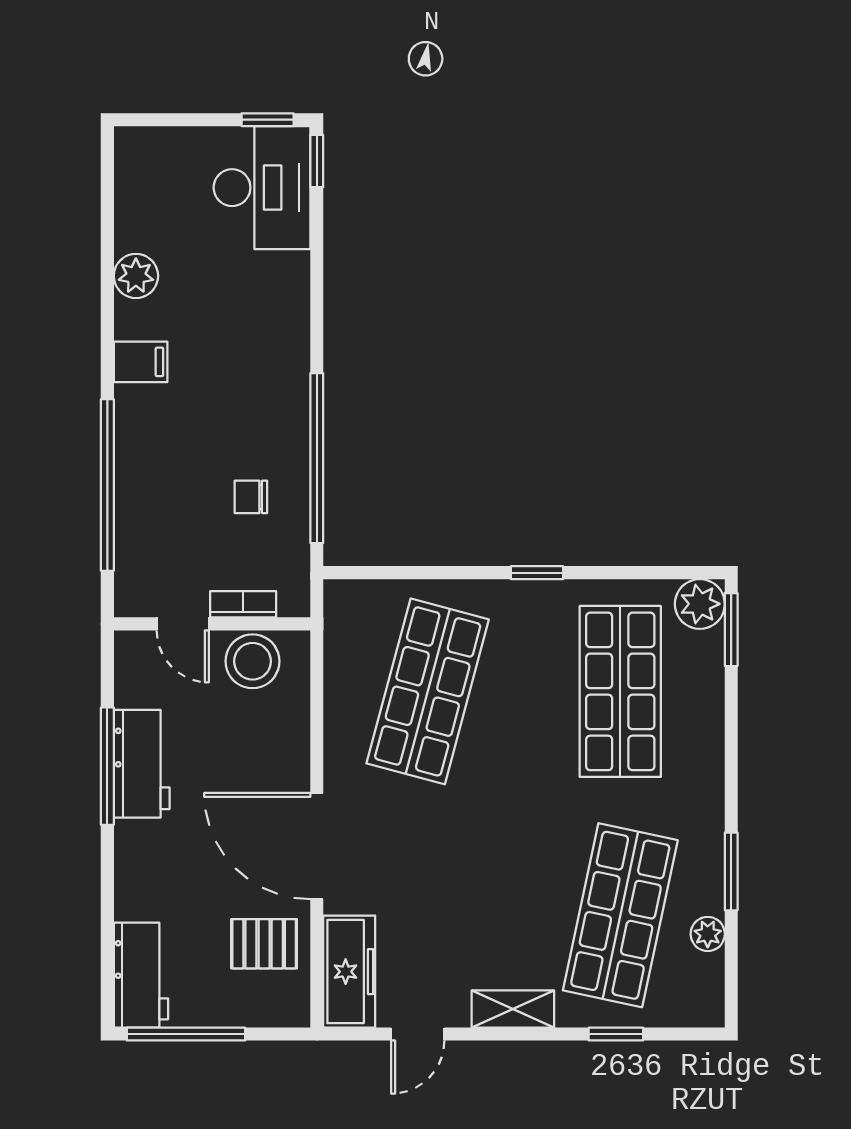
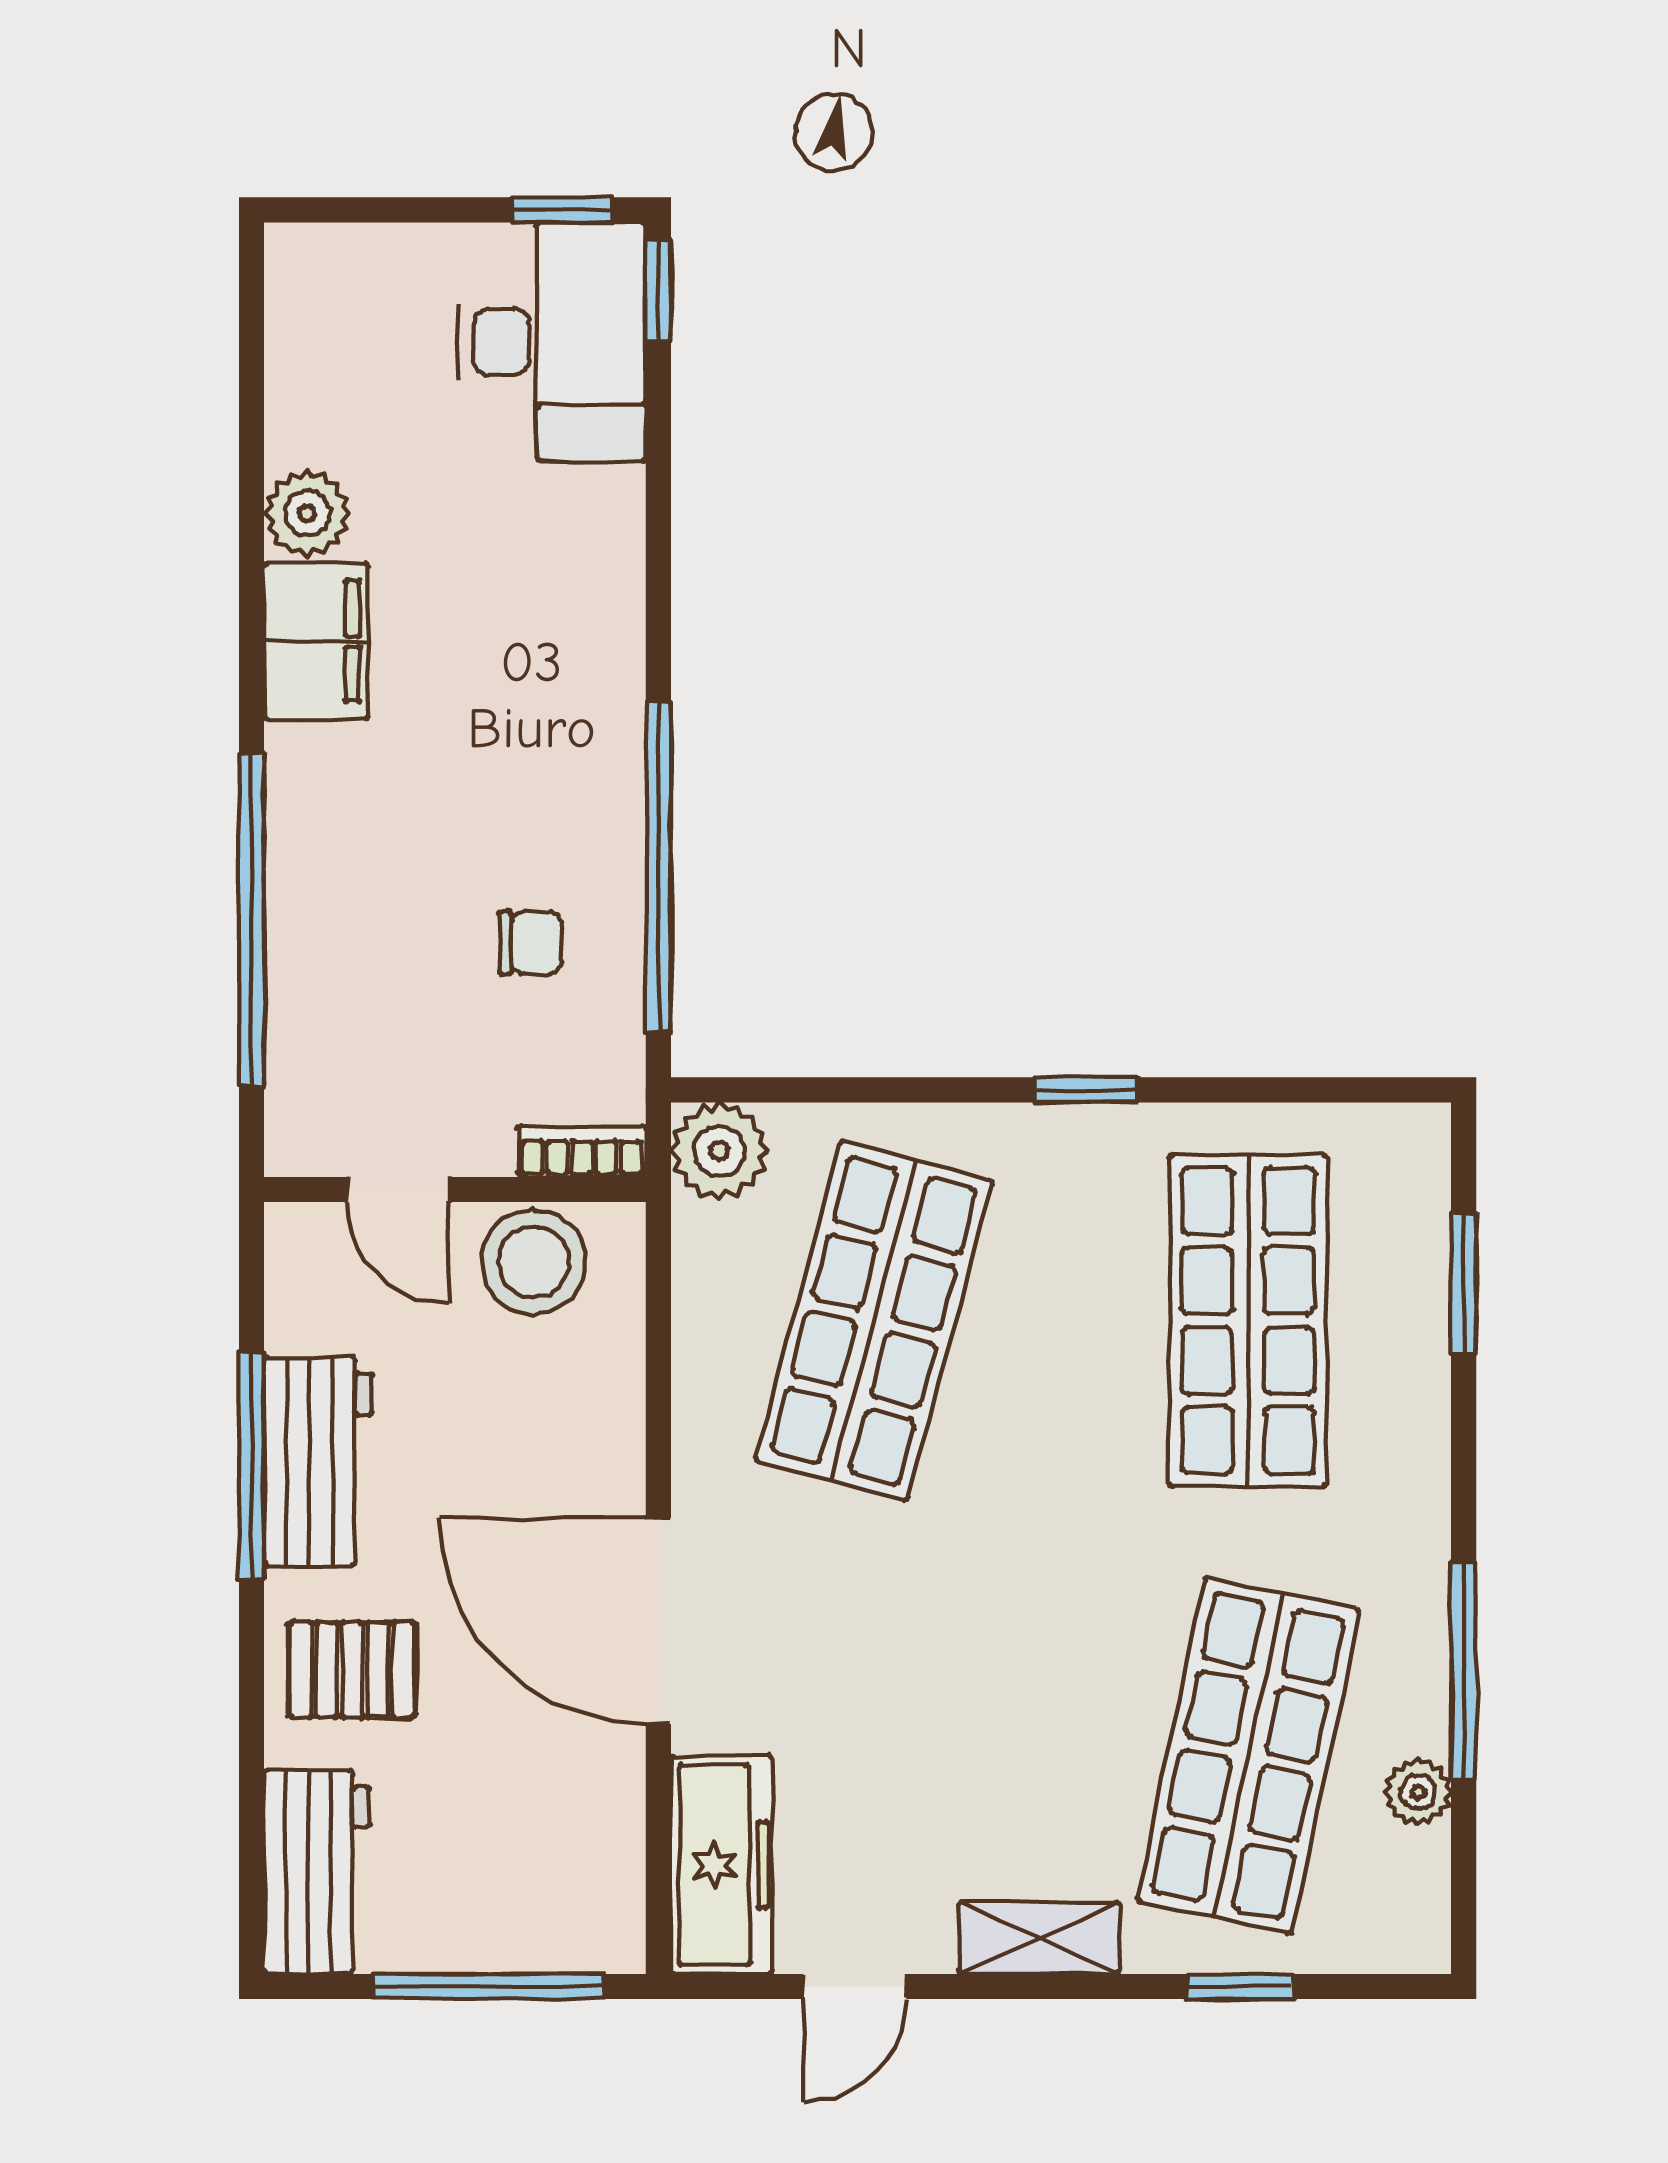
filing cabinet: (141, 362) -> (316, 641), width x2.00
chair: (251, 497) -> (530, 943), turned 180
bookcase: (243, 604) -> (582, 1151), moved
plant: (700, 604) -> (719, 1151), moved
window: (731, 630) -> (1464, 1283), moved
window: (731, 871) -> (1464, 1670), width x1.44
pallet: (264, 944) -> (352, 1670), moved
window: (186, 1034) -> (489, 1986), moved

